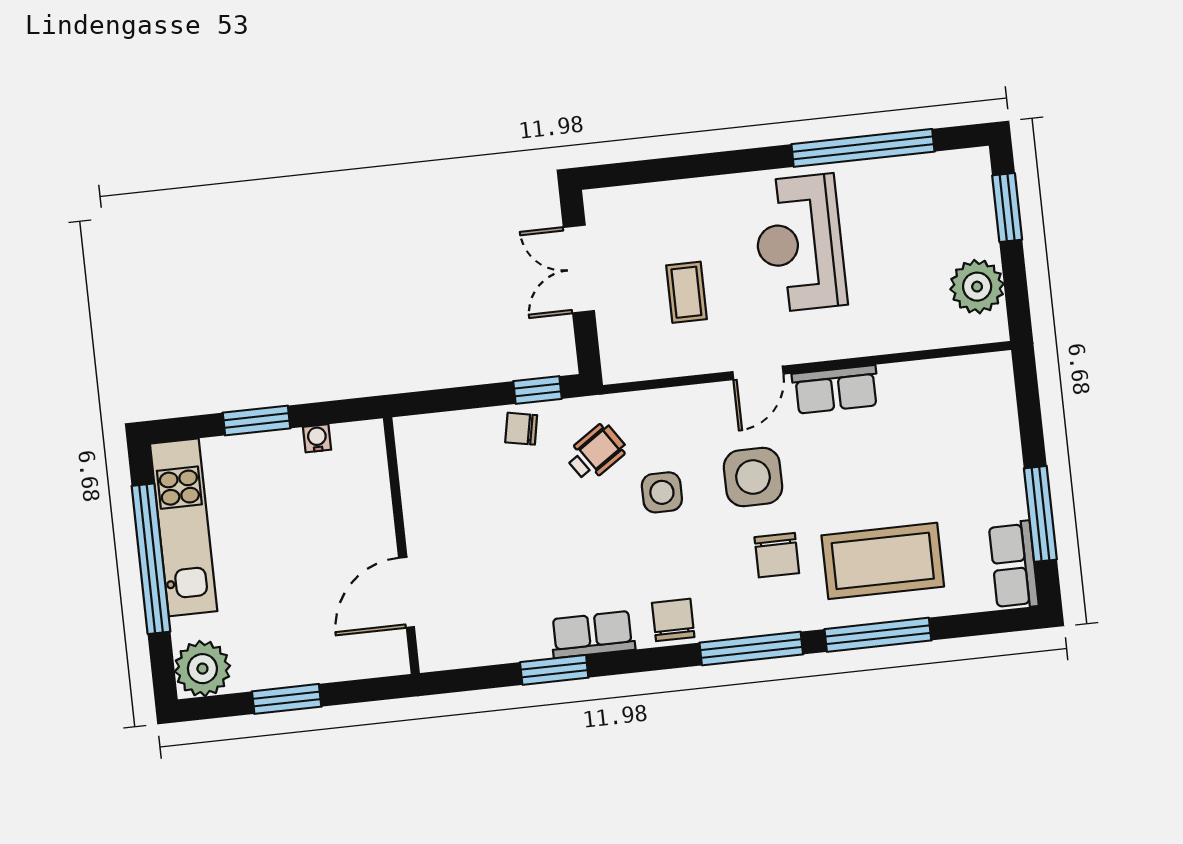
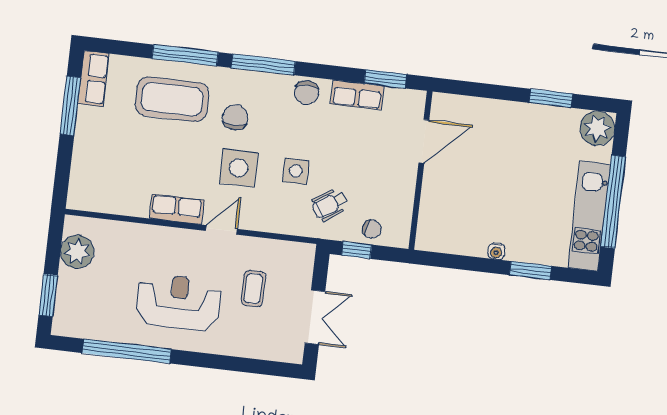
reception desk: (799, 243) -> (178, 302), turned -90
wall: (401, 546) -> (420, 170), moved
door: (407, 592) -> (424, 141), moved

